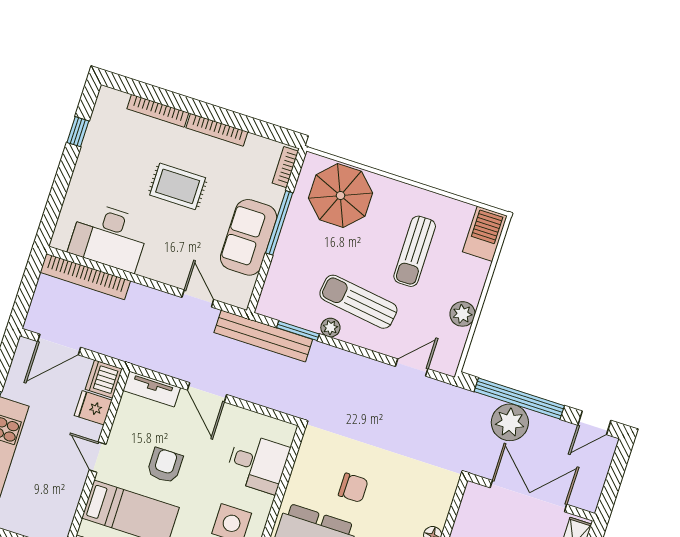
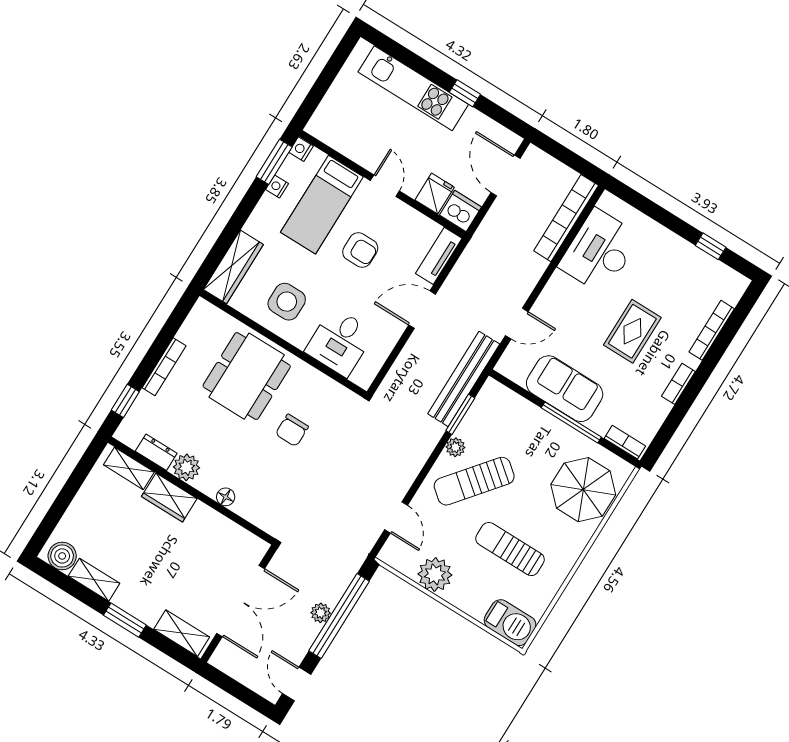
bookcase: (217, 130) -> (678, 384), width x0.64
sun lounger: (358, 302) -> (474, 481), turned -149
plant: (462, 314) -> (435, 574), width x1.36, depth x1.36
plant: (510, 422) -> (321, 613), width x0.53, depth x0.53
door: (98, 457) -> (385, 186), hinge flipped

